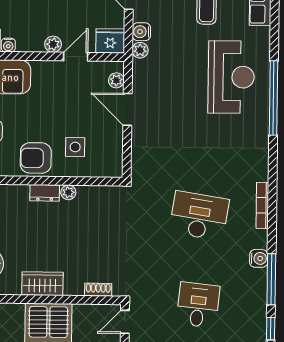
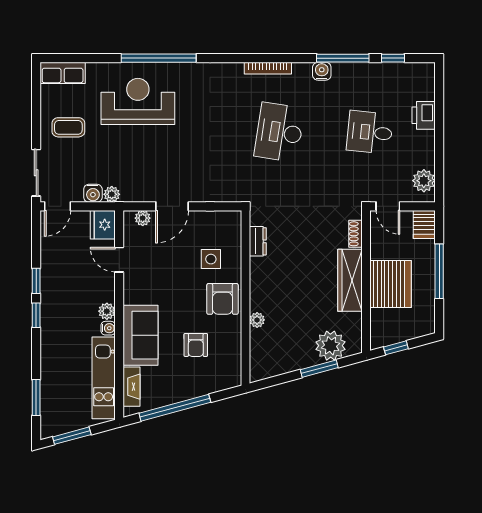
plant: (53, 44) -> (107, 311), moved
plant: (68, 192) -> (257, 320), moved
dresser: (45, 193) -> (258, 241), moved
wardrobe: (42, 284) -> (350, 280), width x1.50

